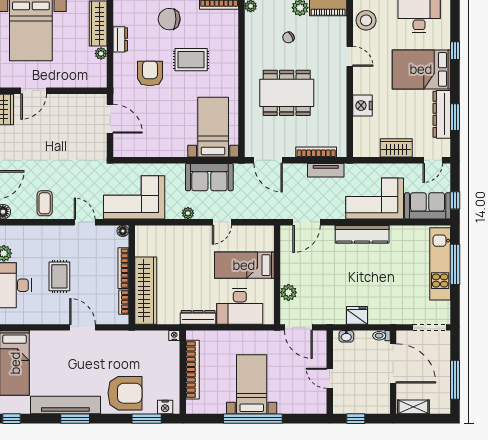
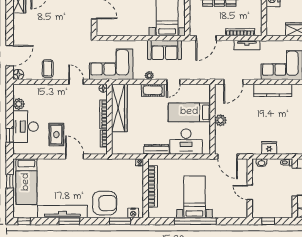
door: (268, 160) -> (206, 38), hinge flipped
cot: (193, 234) -> (153, 90), added
rug: (59, 276) -> (56, 135), moved
wardrobe: (146, 291) -> (119, 108), moved
plant: (288, 292) -> (221, 120), moved

